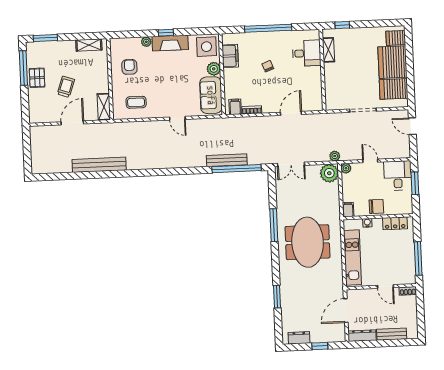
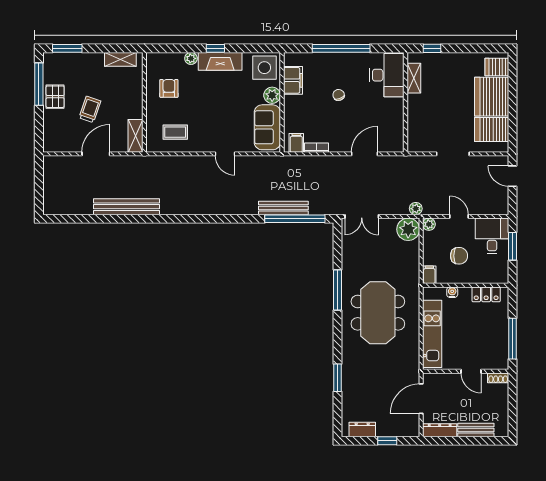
desk: (307, 53) -> (387, 75), width x1.37
chair: (376, 206) -> (459, 256), moved

